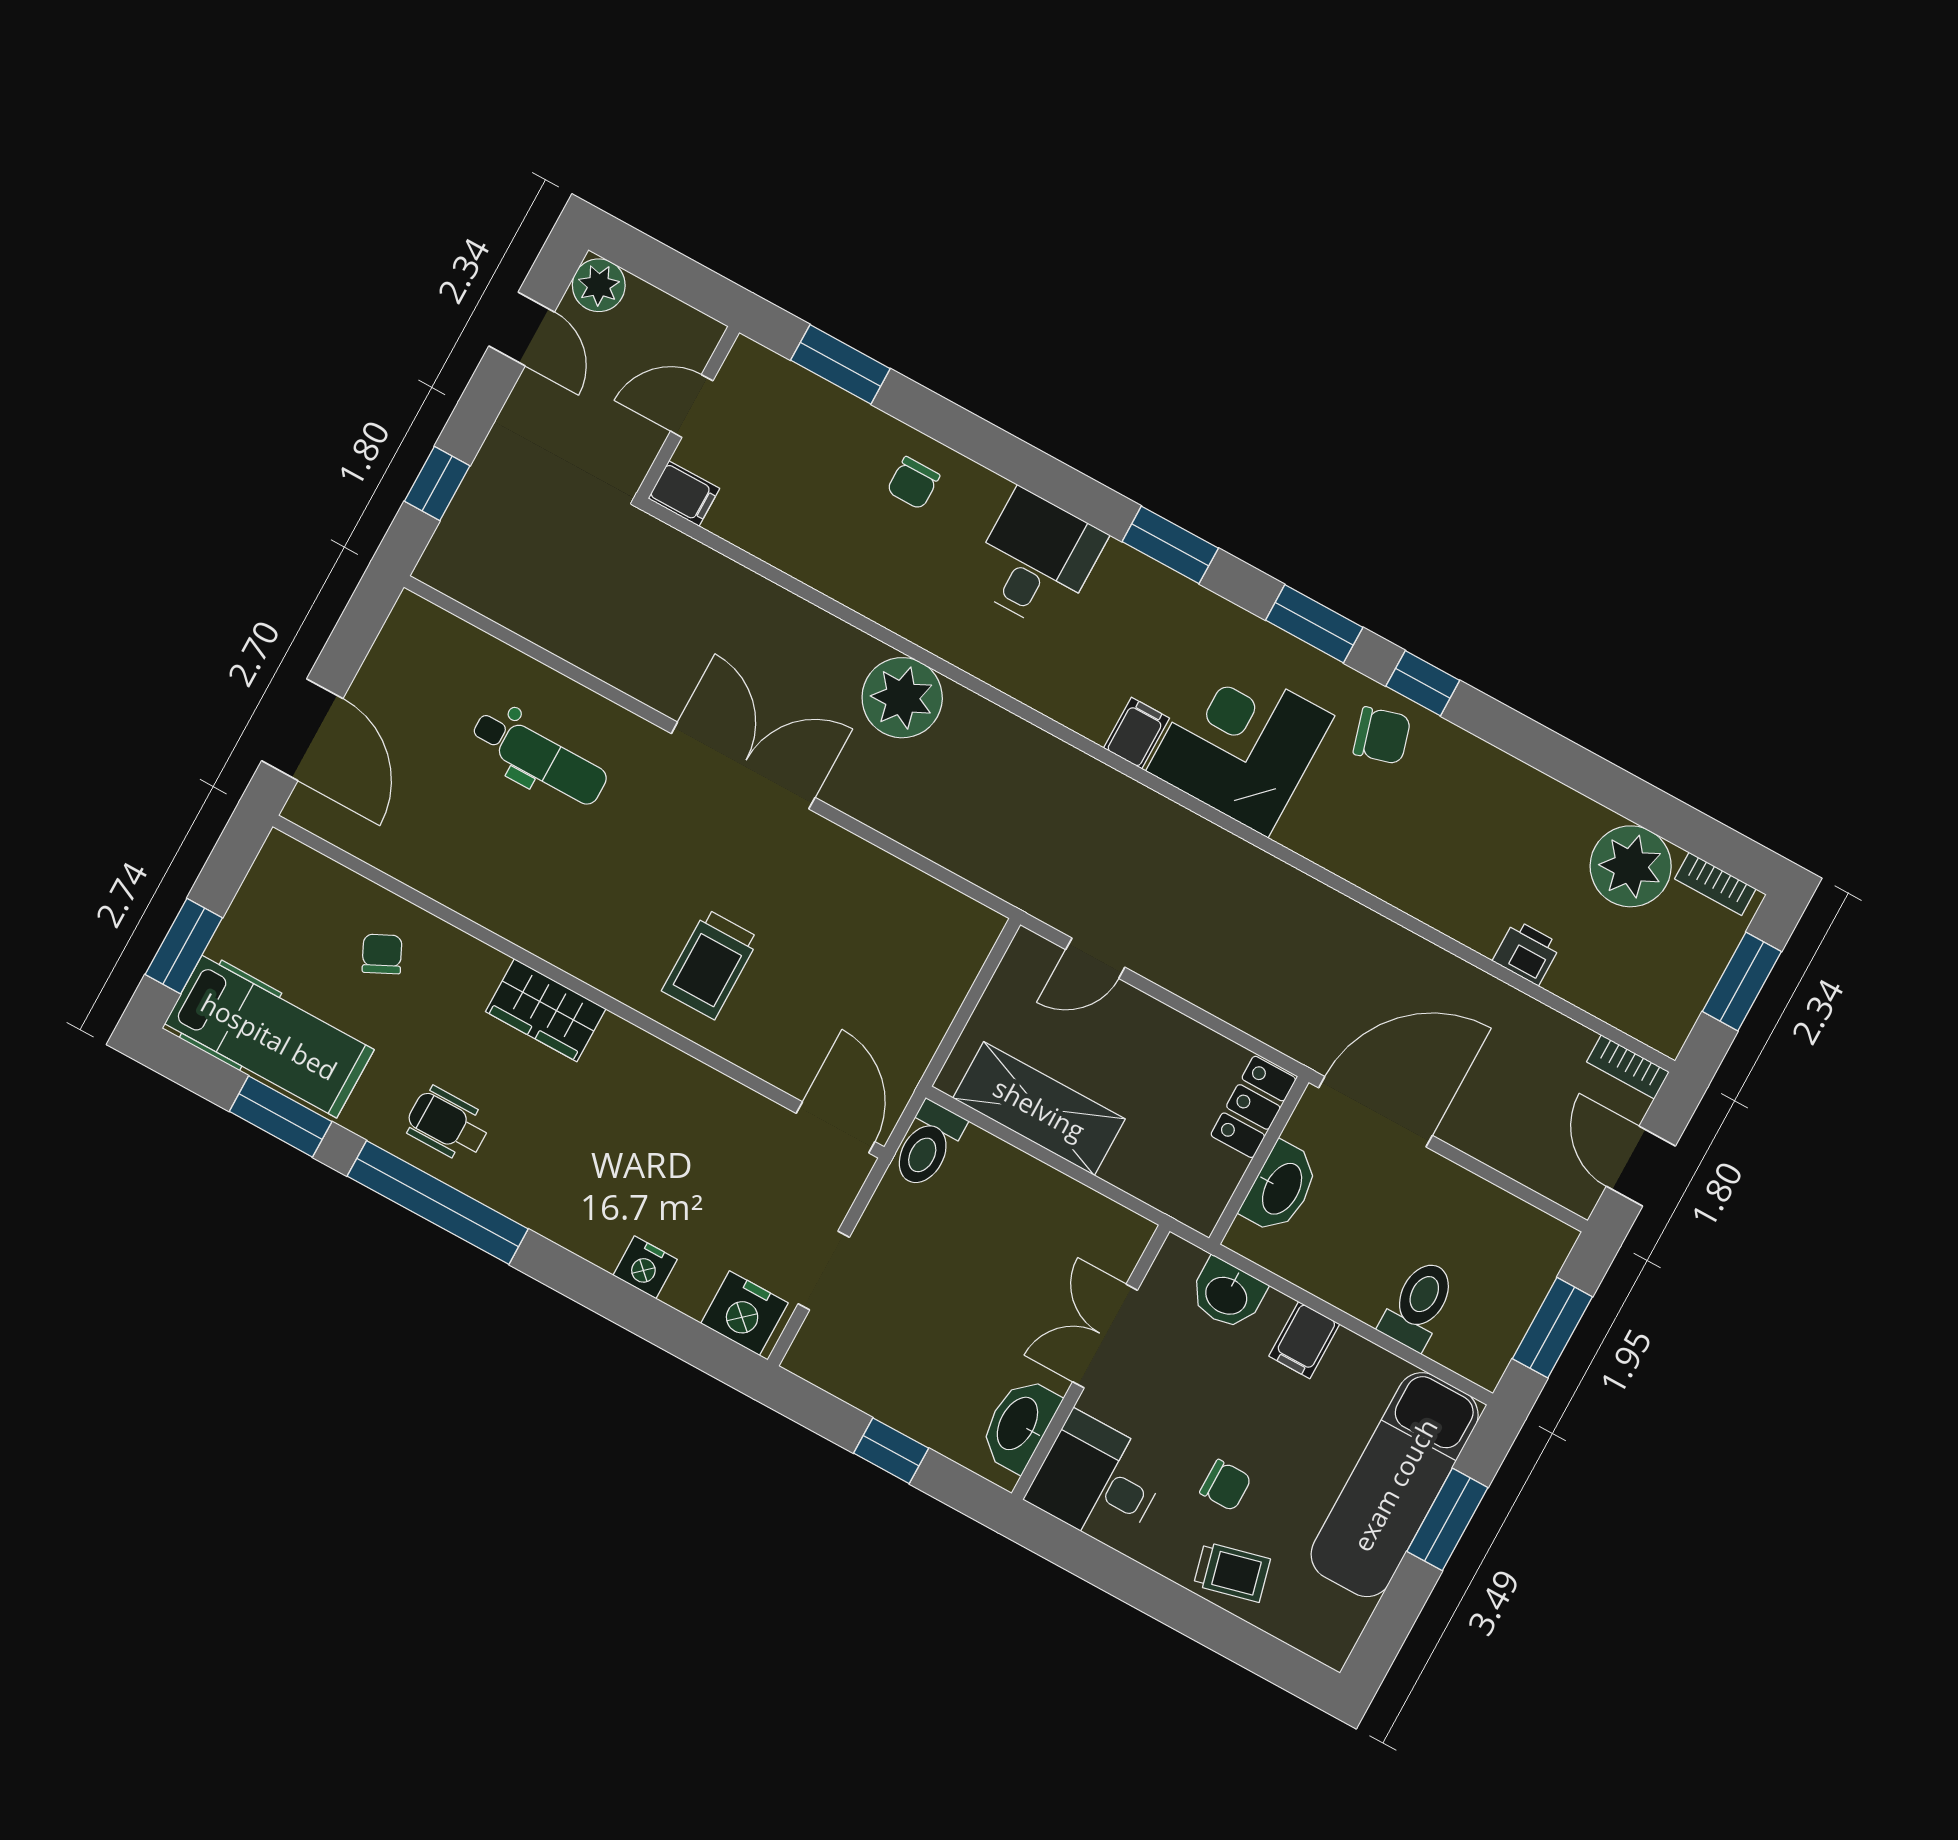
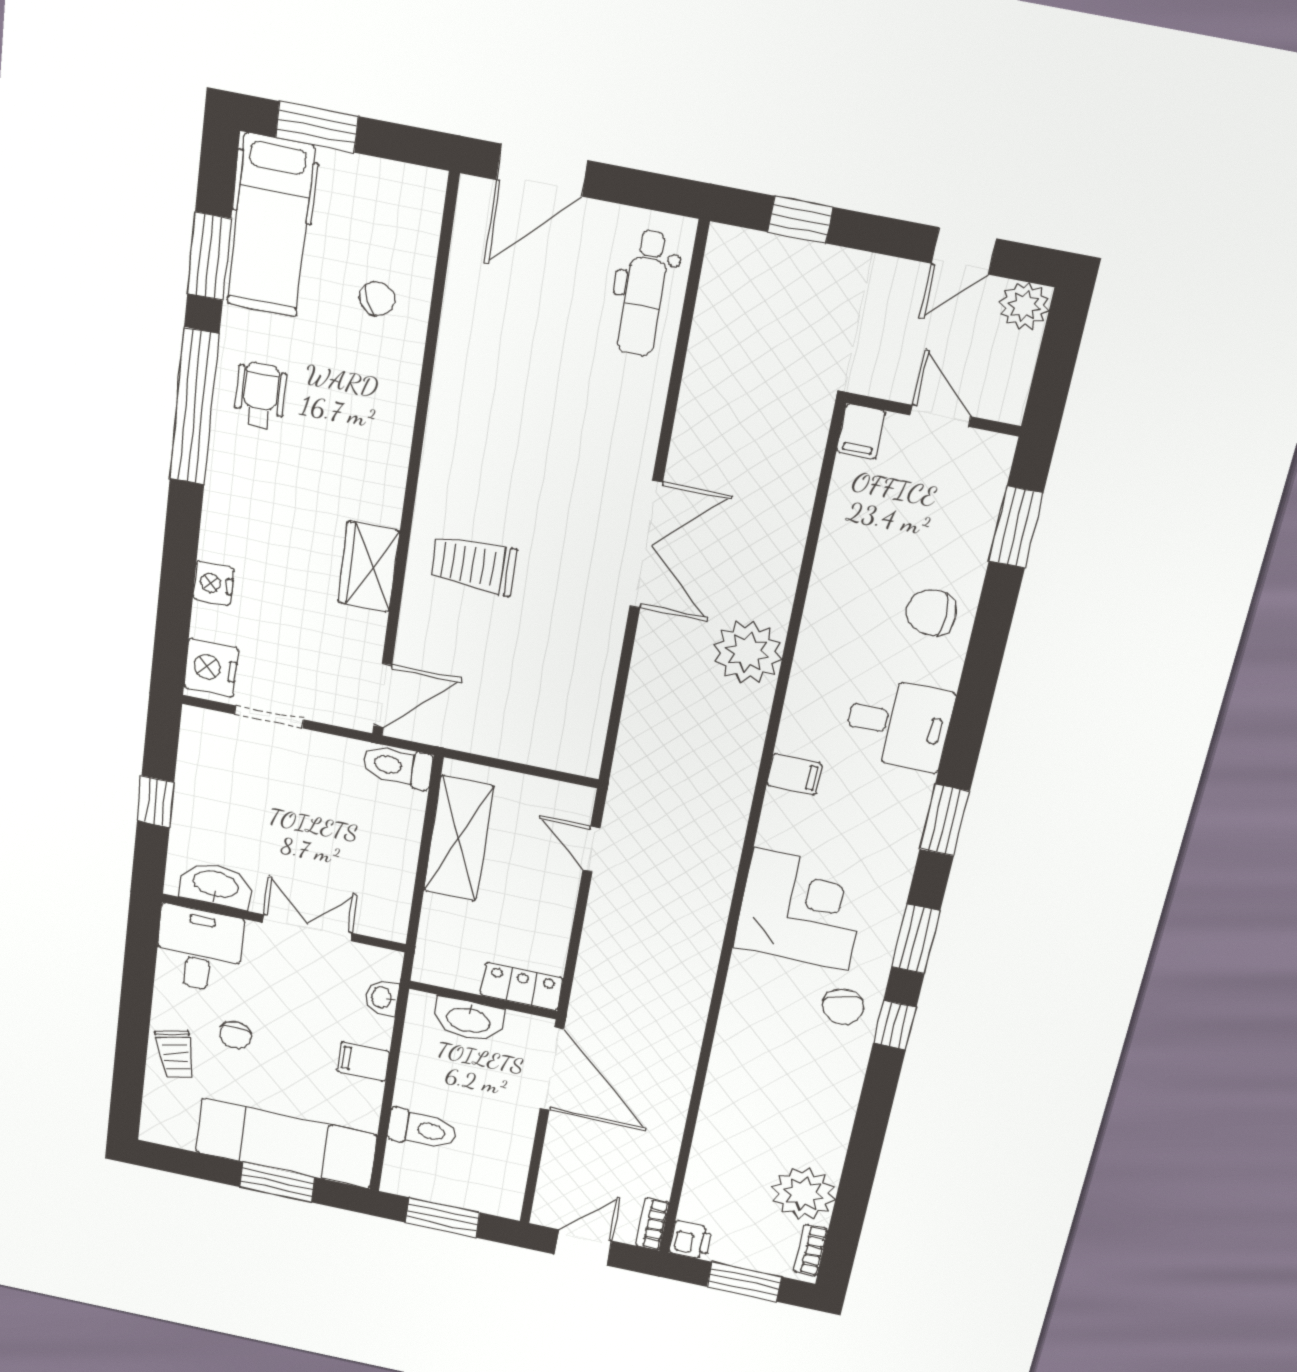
chair: (913, 483) -> (931, 613), width x1.37, depth x1.37
filing cabinet: (1137, 733) -> (794, 774), moved
dental chair: (539, 757) -> (644, 293), moved
printer: (1527, 953) -> (691, 1240), moved
wardrobe: (546, 1010) -> (369, 567), moved
washbasin: (1227, 1294) -> (382, 998), width x0.72, depth x0.69

